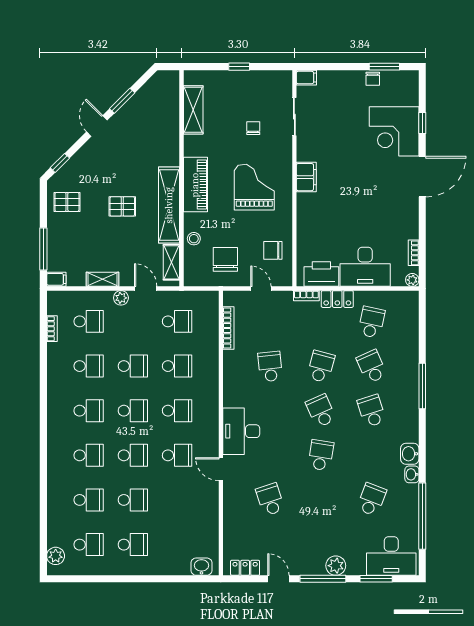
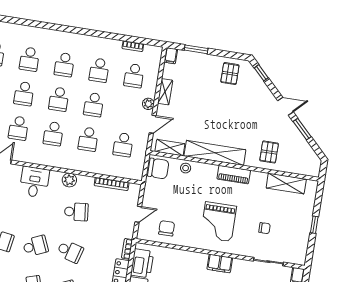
piano: (195, 185) -> (234, 175), width x0.73, depth x0.75
grand piano: (254, 187) -> (218, 222), turned 90
pallet: (122, 206) -> (269, 152), moved
window: (43, 249) -> (196, 49), width x0.69
chair: (225, 259) -> (158, 168), moved
plant: (232, 382) -> (69, 180), added
desk: (241, 431) -> (34, 182), width x0.73

